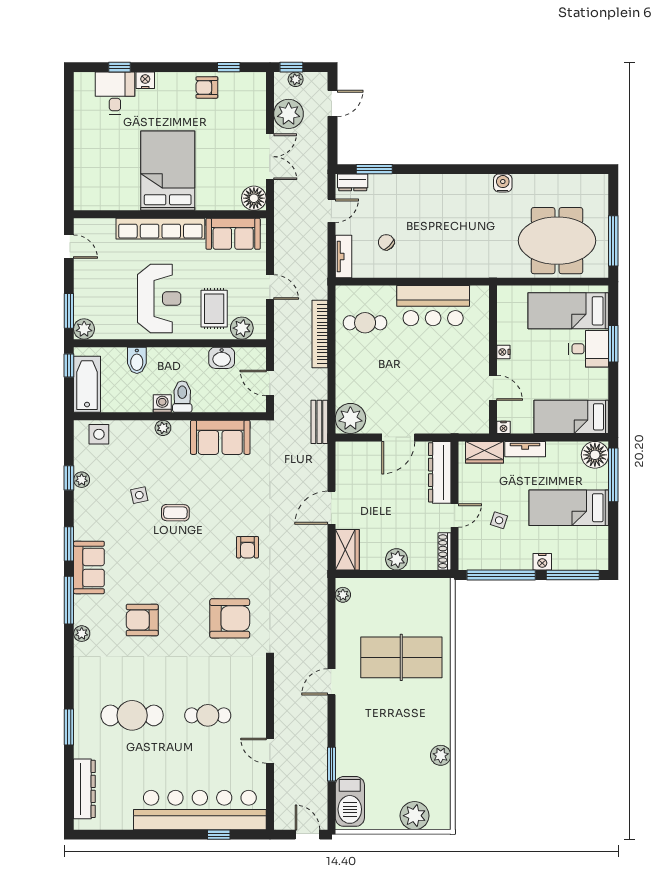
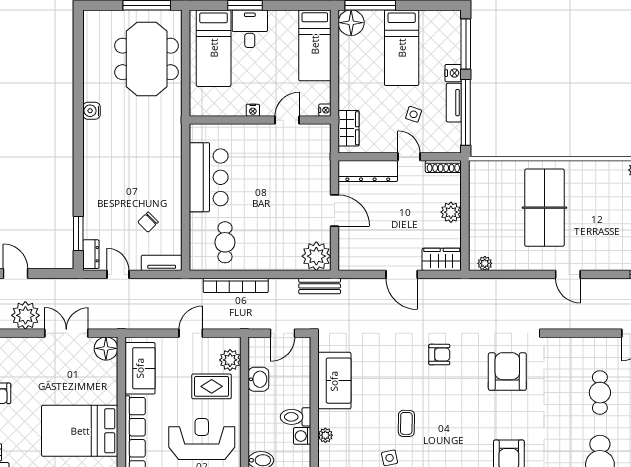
tv unit: (525, 449) -> (454, 103), moved, turned 180

